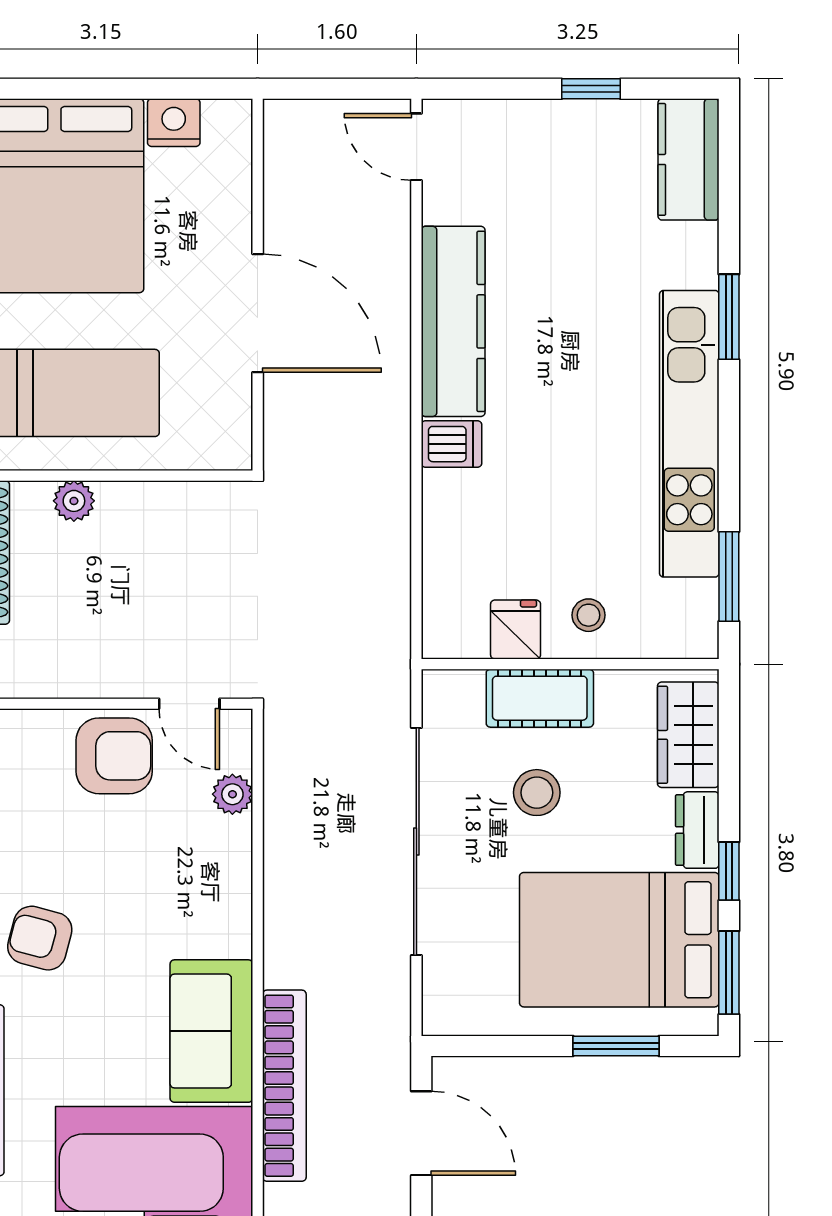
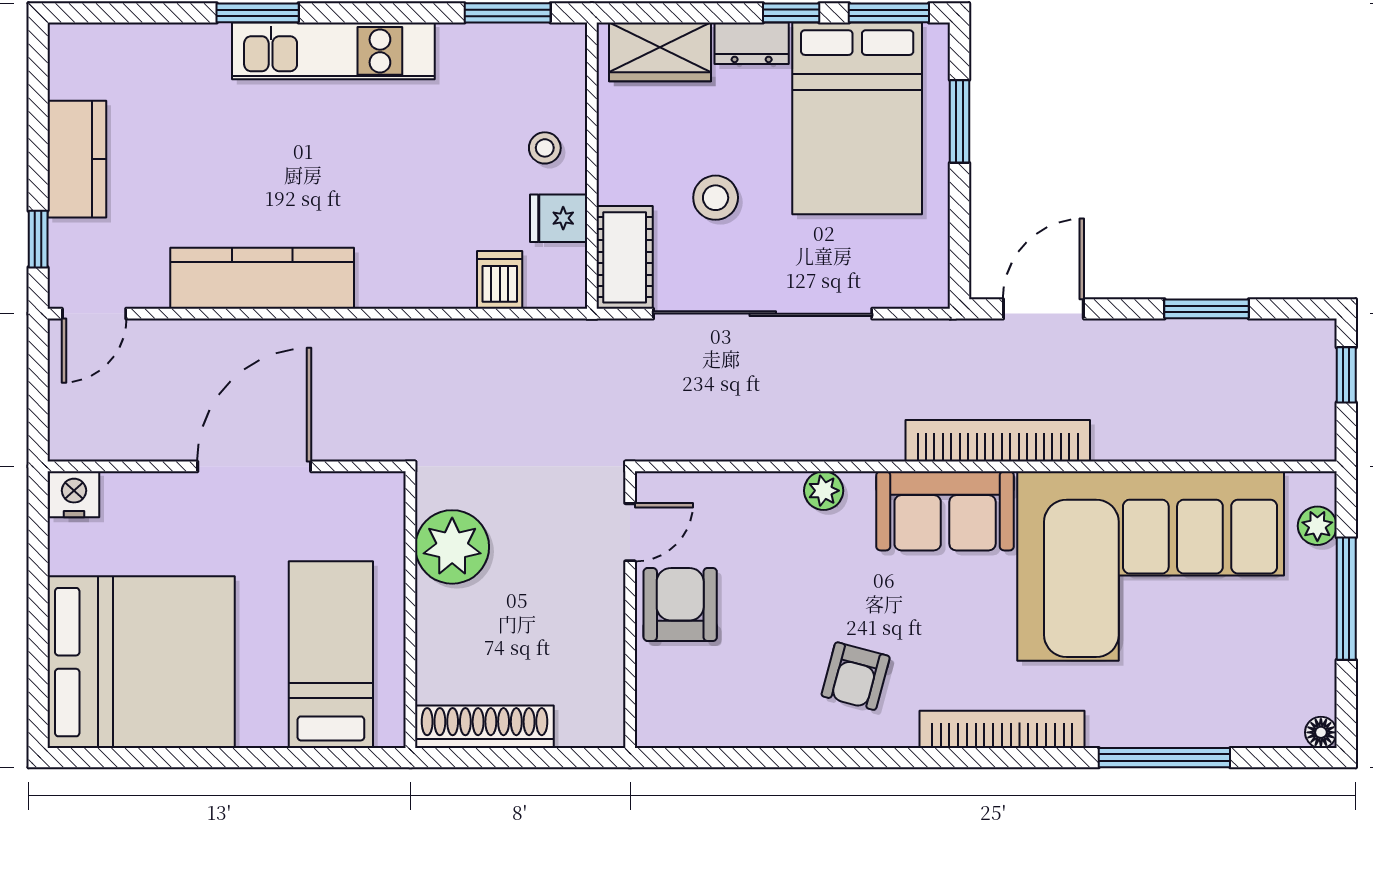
window: (591, 89) -> (38, 239), moved
nightstand: (174, 123) -> (74, 494), moved, turned 90
kitchen counter: (689, 159) -> (77, 159), moved, turned -90
kitchen unit: (689, 434) -> (333, 51), width x0.73
dishwasher: (451, 444) -> (500, 280), moved
plant: (74, 501) -> (452, 547), moved, width x1.87, depth x1.87
cot: (540, 698) -> (625, 257), moved
plant: (232, 794) -> (824, 491), moved

